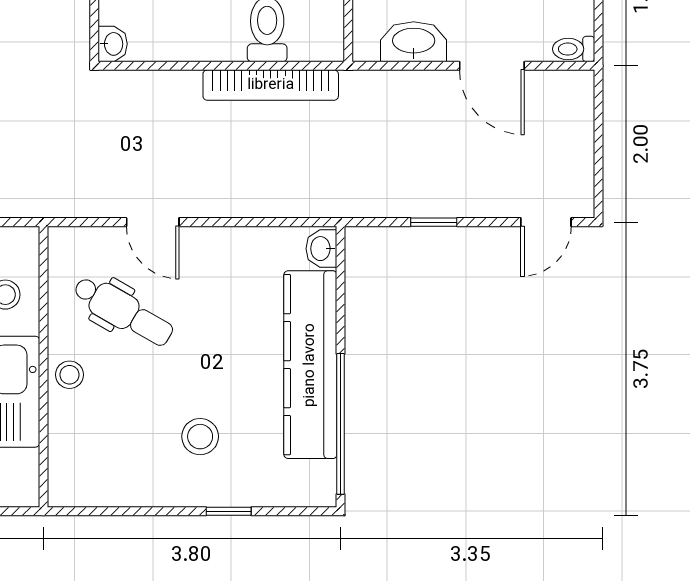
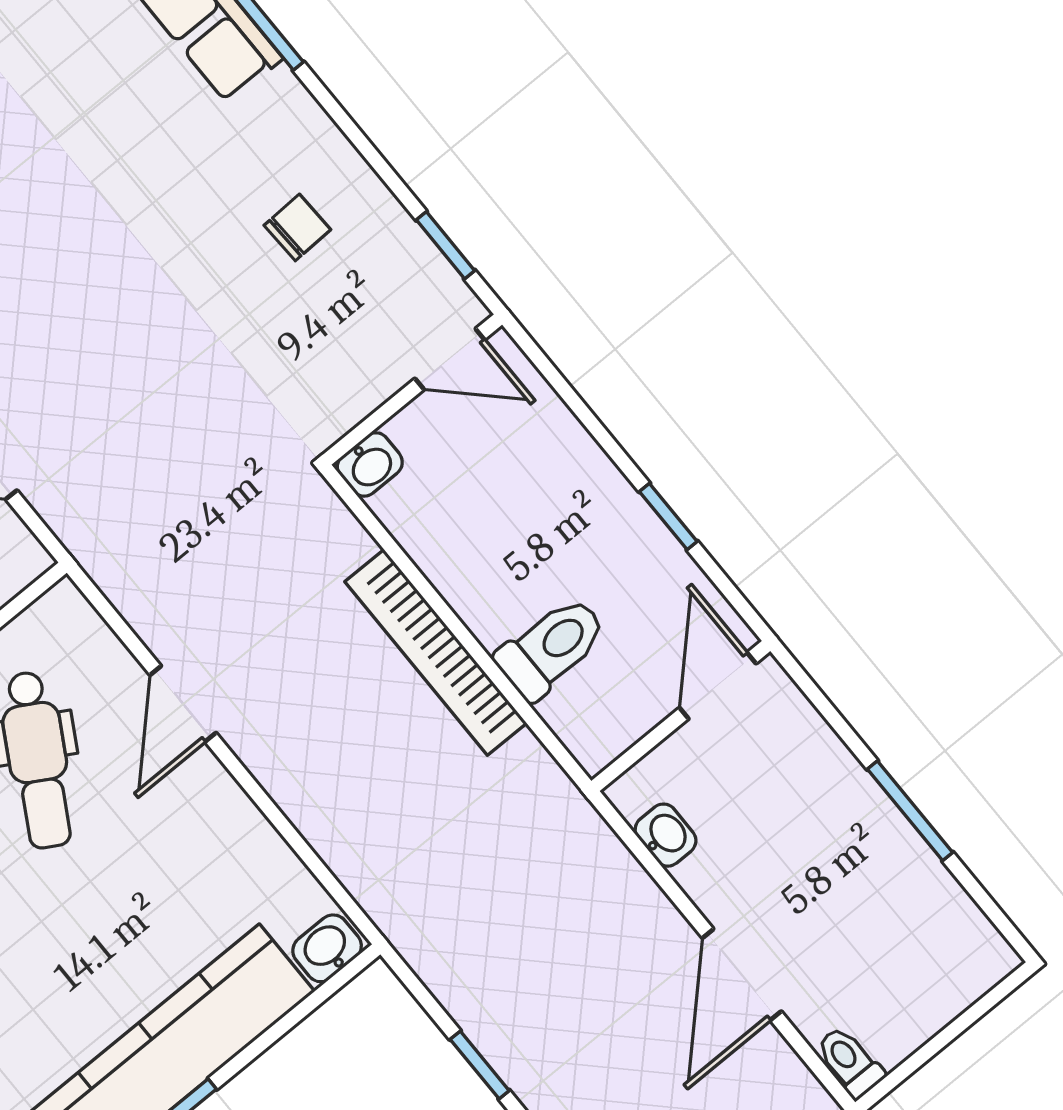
washbasin: (414, 42) -> (666, 835), width x0.52, depth x0.69
bookcase: (271, 85) -> (436, 652), moved

